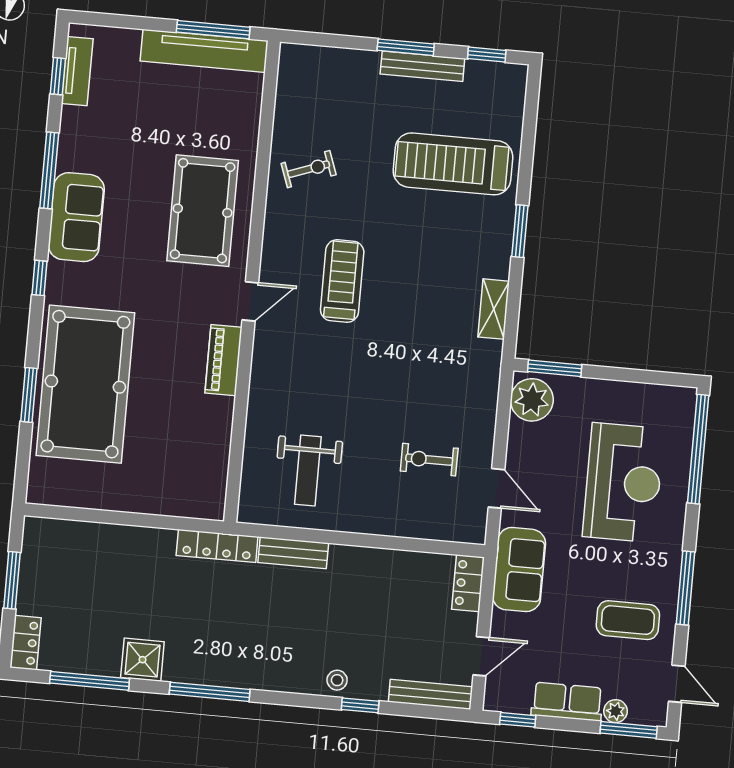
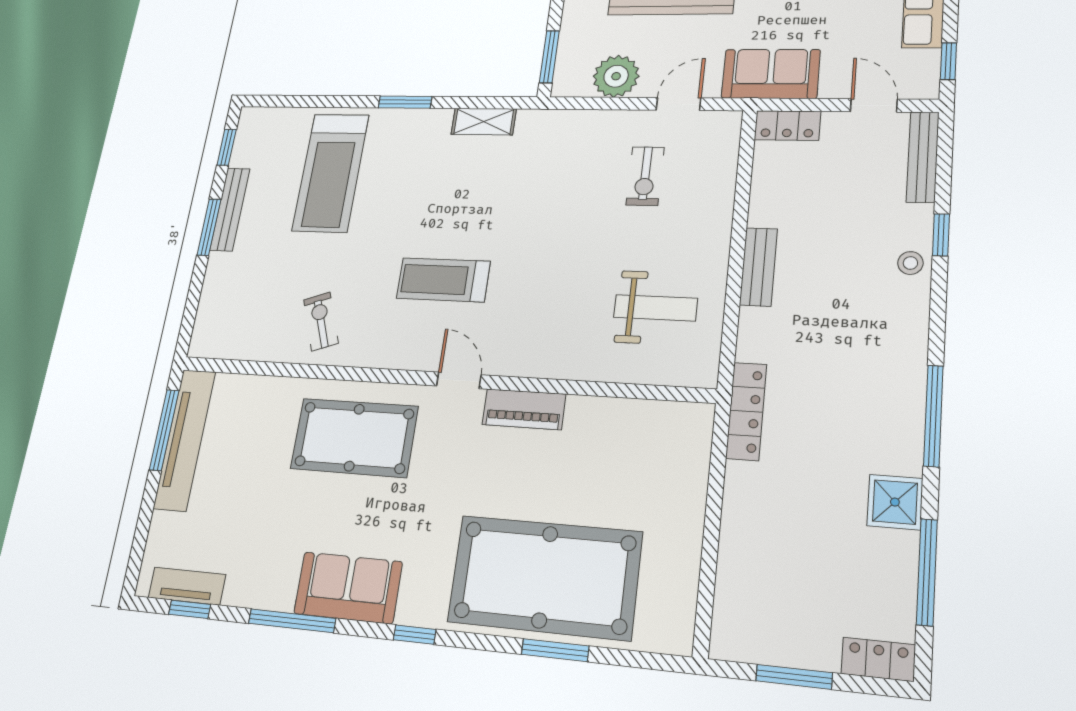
plant: (532, 400) -> (616, 76), moved
bench: (293, 553) -> (758, 267), moved

